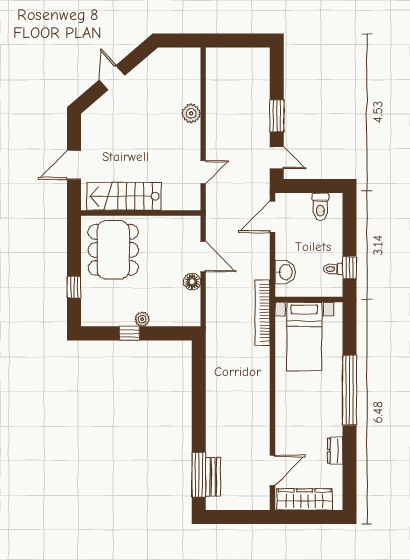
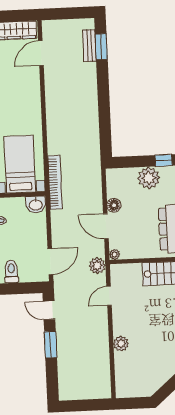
plant: (216, 209) -> (97, 266), added
plant: (194, 222) -> (115, 254), added
washbasin: (285, 272) -> (36, 205), moved, turned -90
plant: (142, 319) -> (149, 178), width x1.88, depth x1.88
window: (199, 475) -> (101, 47), width x0.69

